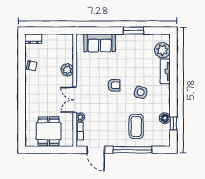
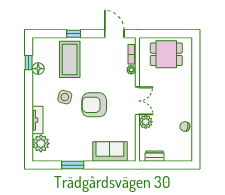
dresser: (33, 39) -> (154, 156), moved
armchair: (114, 85) -> (94, 105), width x1.88, depth x1.88
double door: (75, 100) -> (137, 101), moved
coffee table: (136, 126) -> (70, 59), width x1.36, depth x1.32
dining table: (49, 131) -> (166, 54), turned 90
window: (133, 150) -> (74, 34), width x0.32

